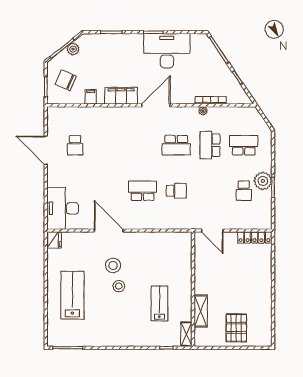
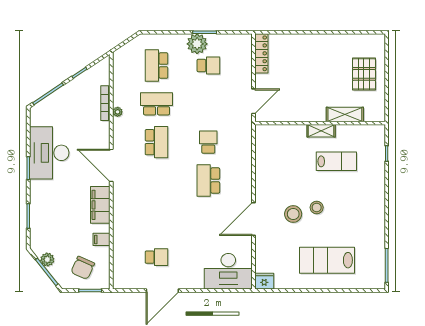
school desk: (210, 145) -> (157, 104), turned 180
lab bench: (159, 303) -> (336, 161), turned 180
pallet: (236, 328) -> (364, 74), turned 90
shelving: (186, 334) -> (321, 131), moved

